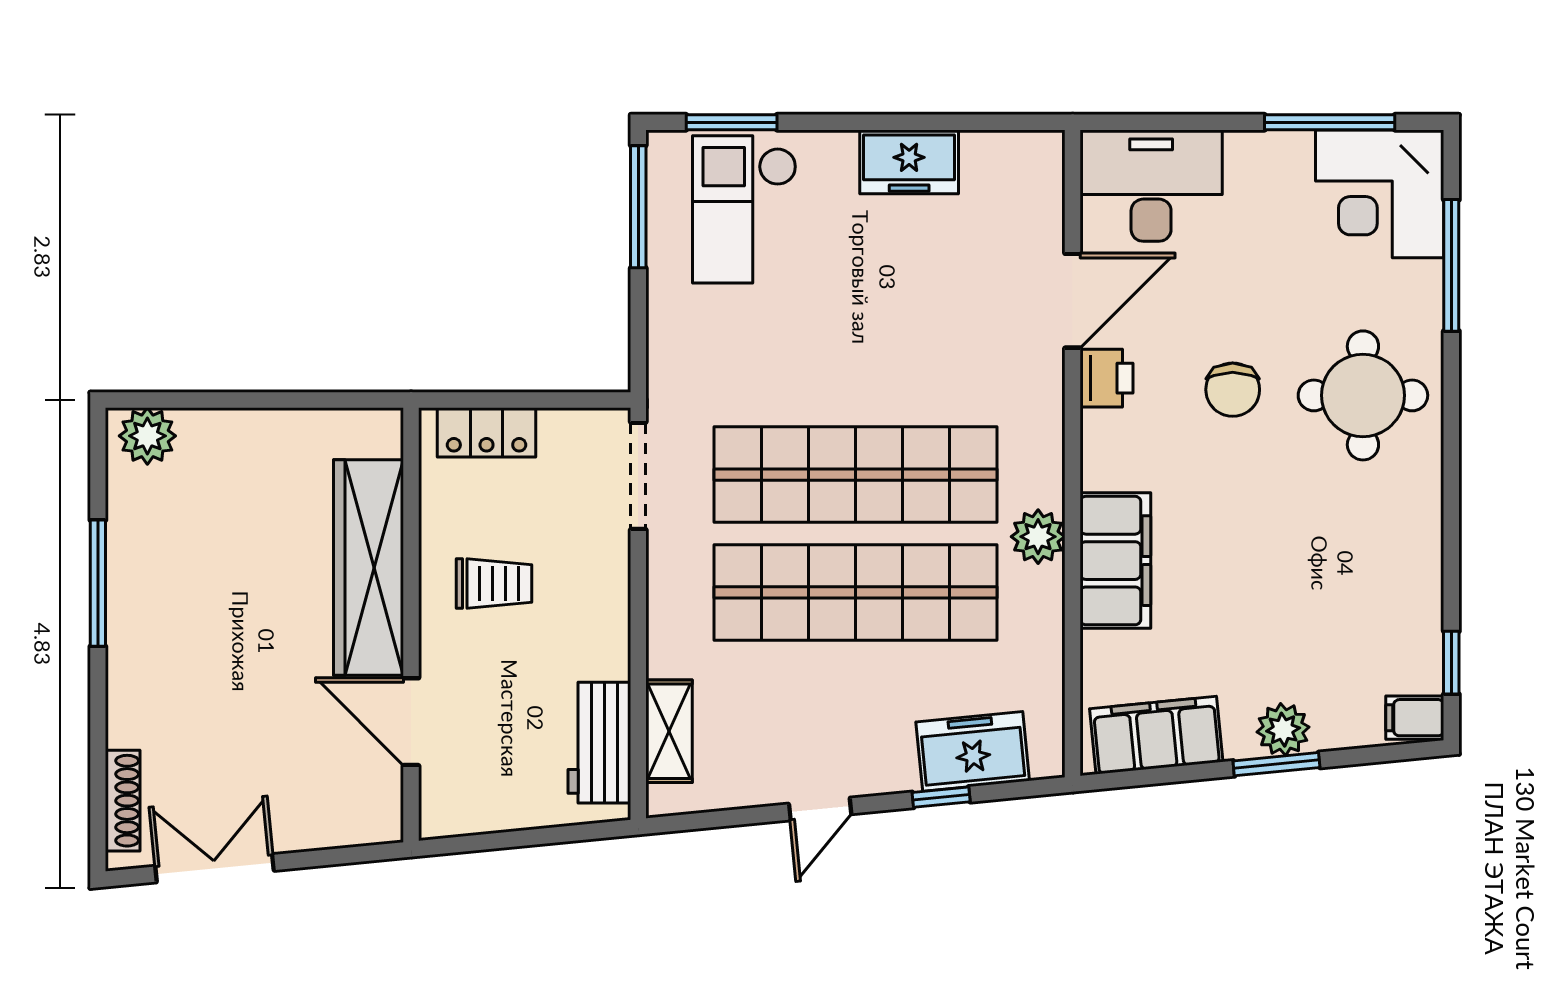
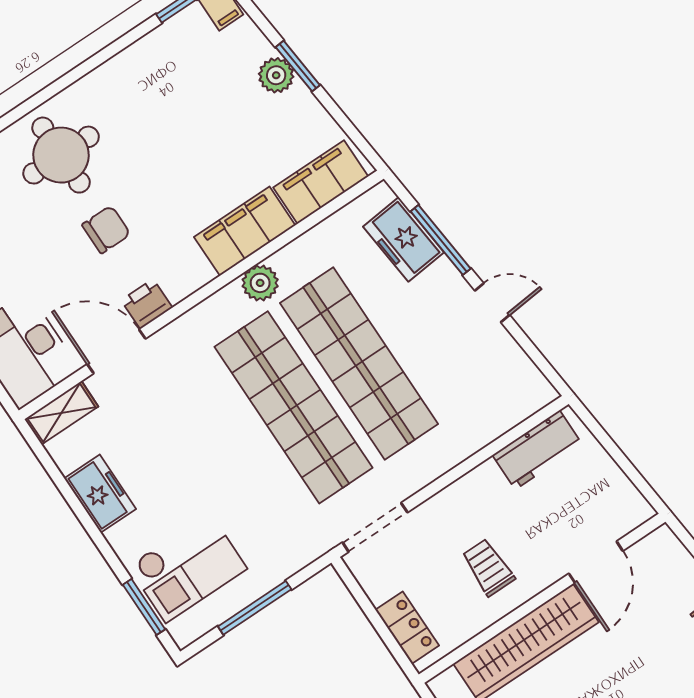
window: (638, 207) -> (255, 608), moved
shelving: (669, 731) -> (61, 413), moved
filing cabinet: (1156, 735) -> (321, 182), moved, turned 96
window: (941, 797) -> (441, 240), width x2.17

